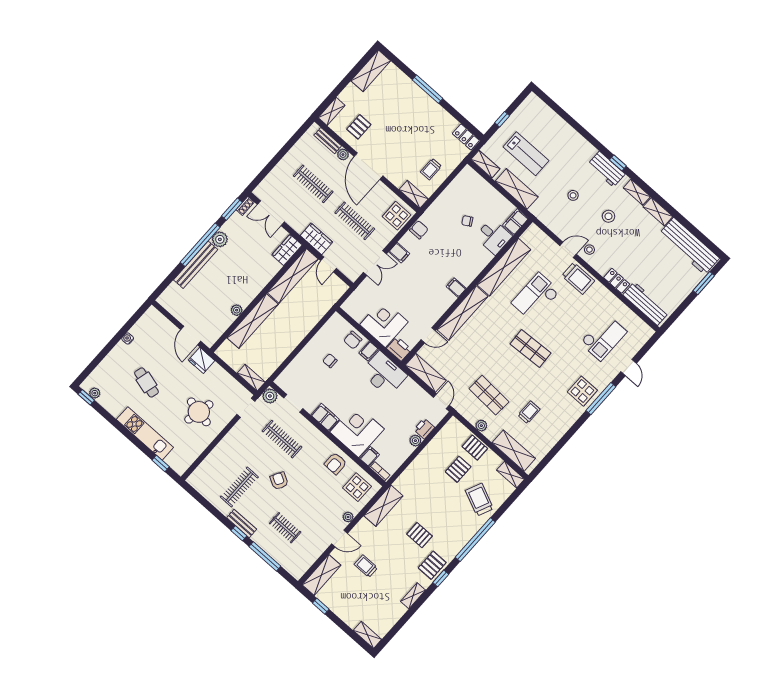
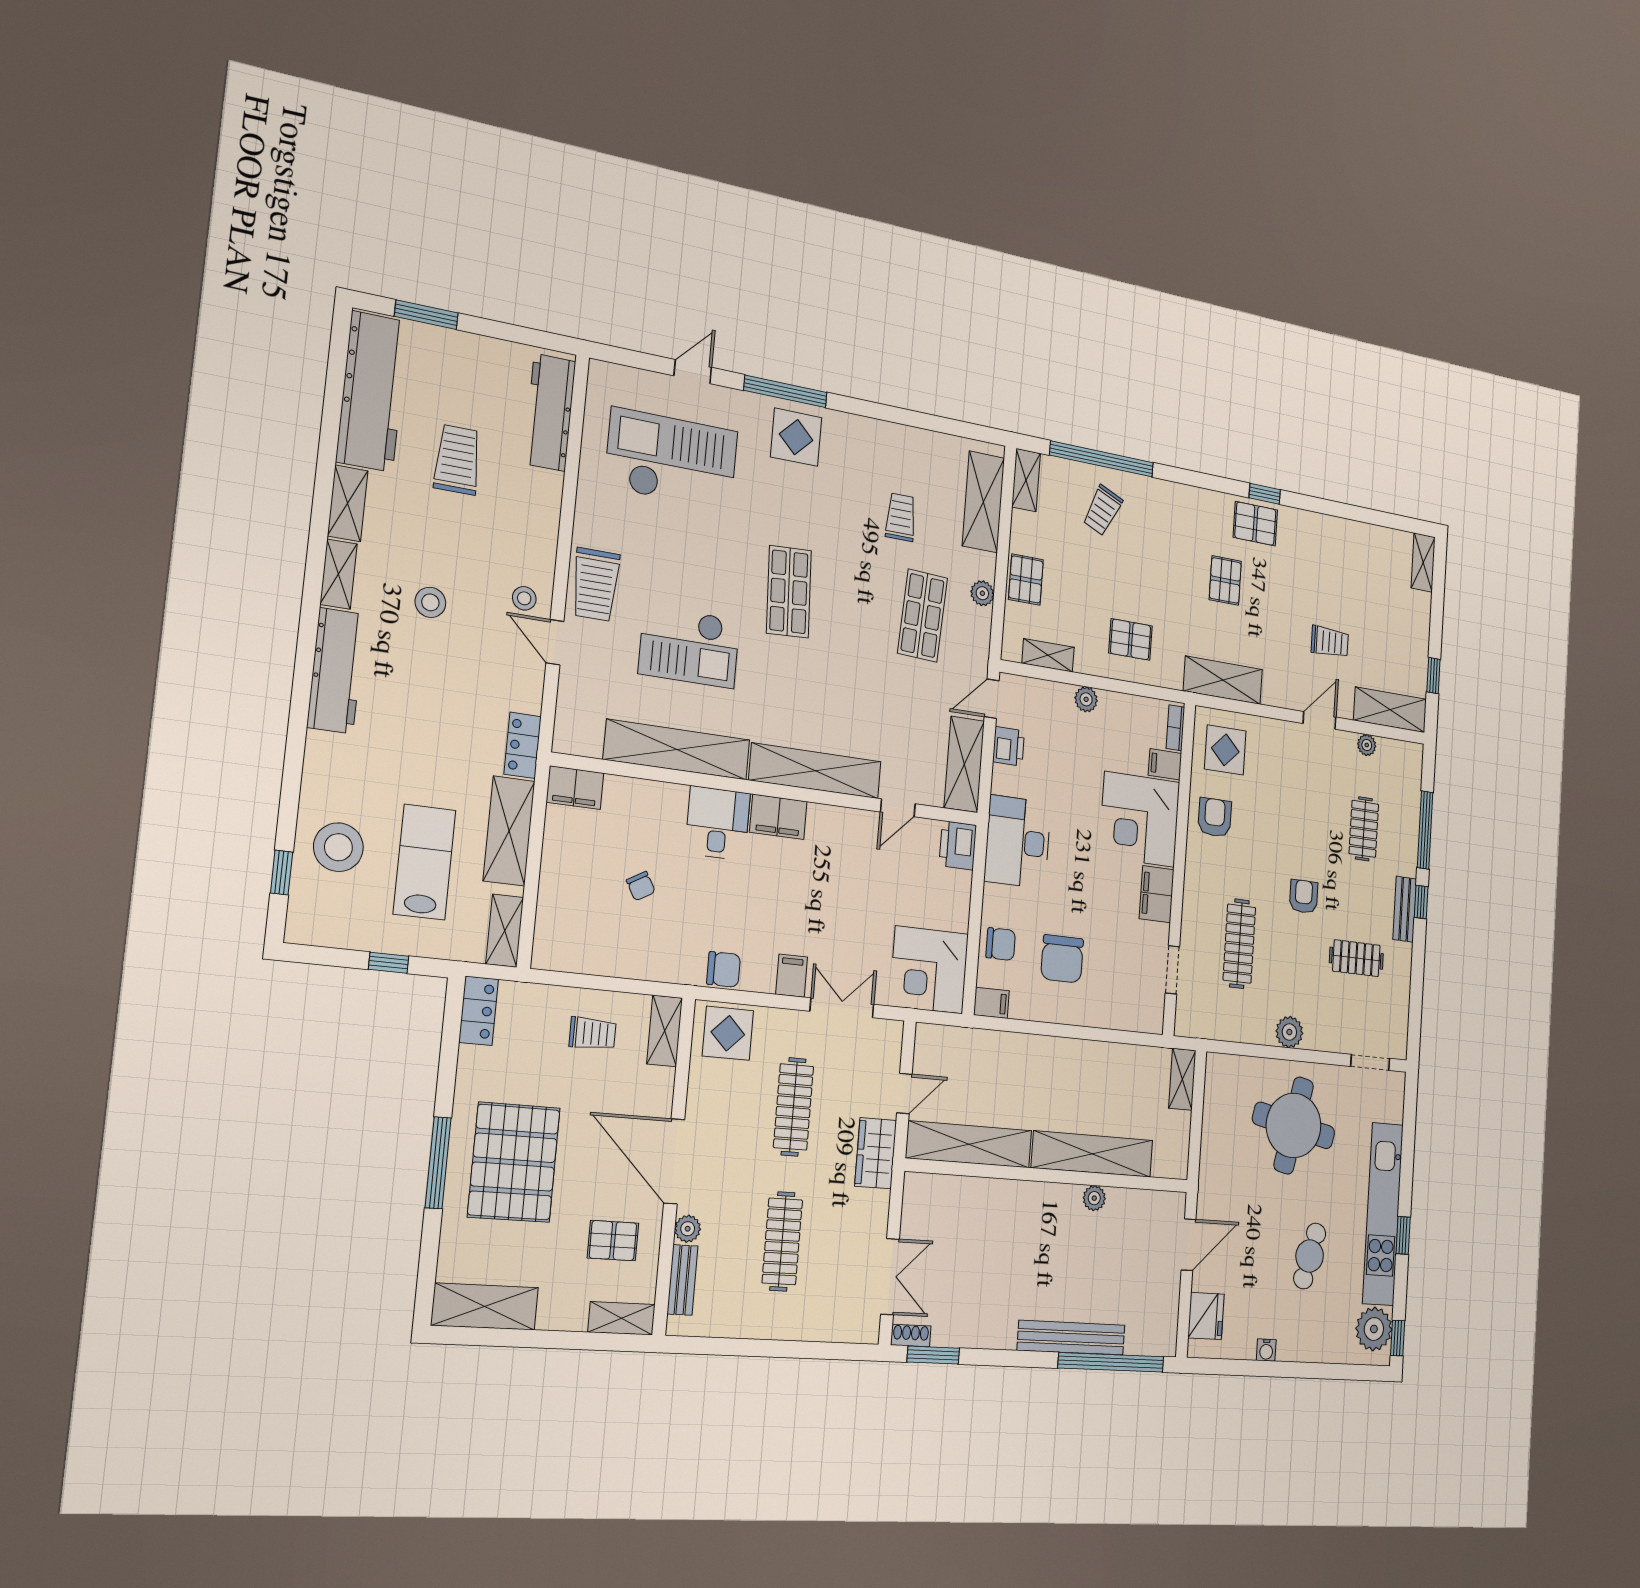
pallet: (409, 113) -> (514, 1162), added
window: (618, 163) -> (282, 873), moved
door: (368, 166) -> (674, 1161), swing flipped
workbench: (606, 169) -> (336, 671), width x1.38
stool: (573, 195) -> (338, 847), moved, width x1.89, depth x1.89
chair: (419, 230) -> (724, 969), turned 180
desk: (494, 237) -> (718, 823), moved
plant: (220, 239) -> (1000, 1331), removed
window: (200, 245) -> (1111, 1362), moved
wardrobe: (287, 250) -> (932, 1192), removed
trolley: (650, 259) -> (457, 460), added
trolley: (578, 278) -> (596, 585), turned 180
locker: (617, 281) -> (523, 745), moved
filing cabinet: (456, 288) -> (778, 817), width x2.00
corner desk: (384, 323) -> (929, 970), moved
door: (428, 335) -> (898, 808), swing flipped
checkout: (603, 337) -> (671, 459), width x1.36, depth x1.21
filing cabinet: (369, 351) -> (991, 1003), moved
fridge: (202, 360) -> (1206, 1316), moved
chair: (330, 361) -> (1062, 959), width x1.87, depth x1.87
plant: (95, 393) -> (1374, 1329), width x1.87, depth x1.87
plant: (270, 396) -> (1289, 1032), moved
doorway: (246, 408) -> (1370, 1062), moved
round table: (199, 412) -> (1294, 1125), width x1.36, depth x1.36
trolley: (529, 412) -> (901, 517), turned 90
printer: (424, 429) -> (1009, 746), moved, turned -90
kitchen unit: (145, 433) -> (1383, 1214), width x1.36
window: (161, 463) -> (1403, 1235), moved
armchair: (335, 464) -> (1215, 817), turned -90
pallet: (458, 469) -> (1130, 639), moved
armchair: (279, 481) -> (1304, 896), turned 151
clothes rail: (239, 487) -> (1356, 958), width x0.73
trolley: (479, 500) -> (1103, 510), width x0.73, depth x0.72
plant: (348, 517) -> (1367, 745), moved
door: (339, 539) -> (1320, 720), hinge flipped
window: (475, 540) -> (1102, 459), moved
trolley: (366, 566) -> (1330, 642), turned -90
shelving: (413, 596) -> (1048, 655), moved

